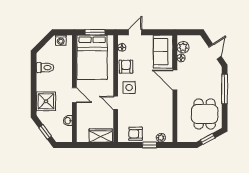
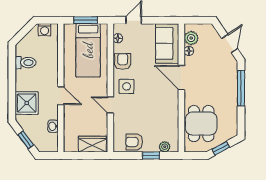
bed: (92, 57) -> (88, 50), width x0.67
dining table: (205, 114) -> (201, 124), moved

